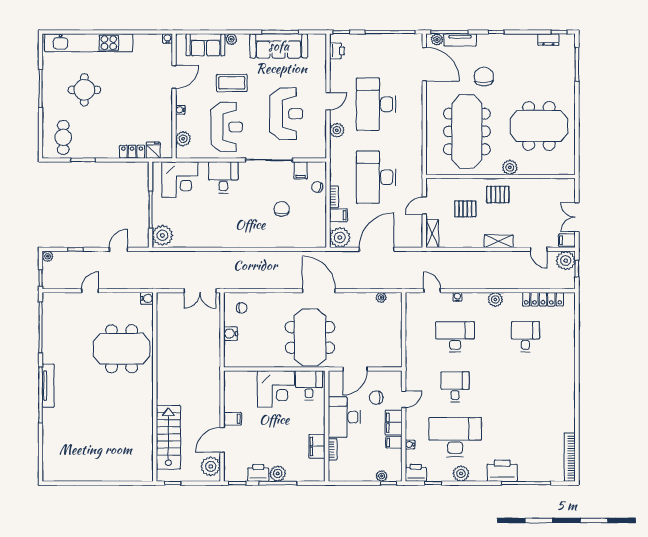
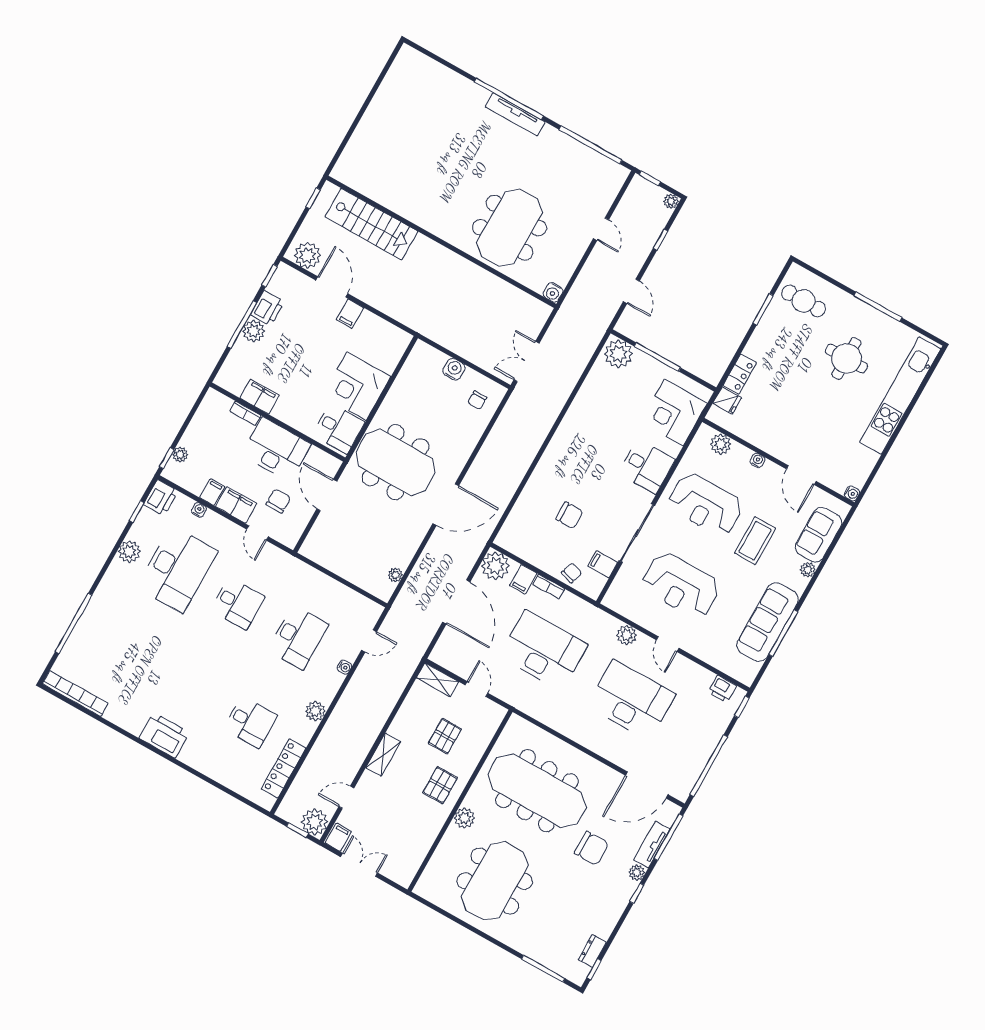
plant: (437, 40) -> (637, 873), moved
printer: (502, 471) -> (164, 735), moved, turned -90

